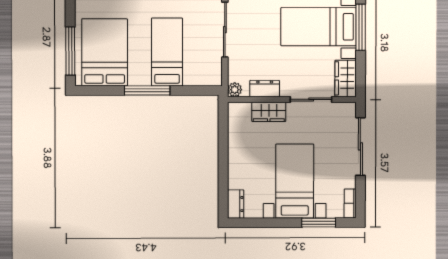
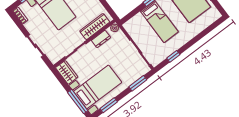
wardrobe: (269, 112) -> (95, 27), width x1.50
sliding door: (360, 146) -> (36, 46), width x0.73

